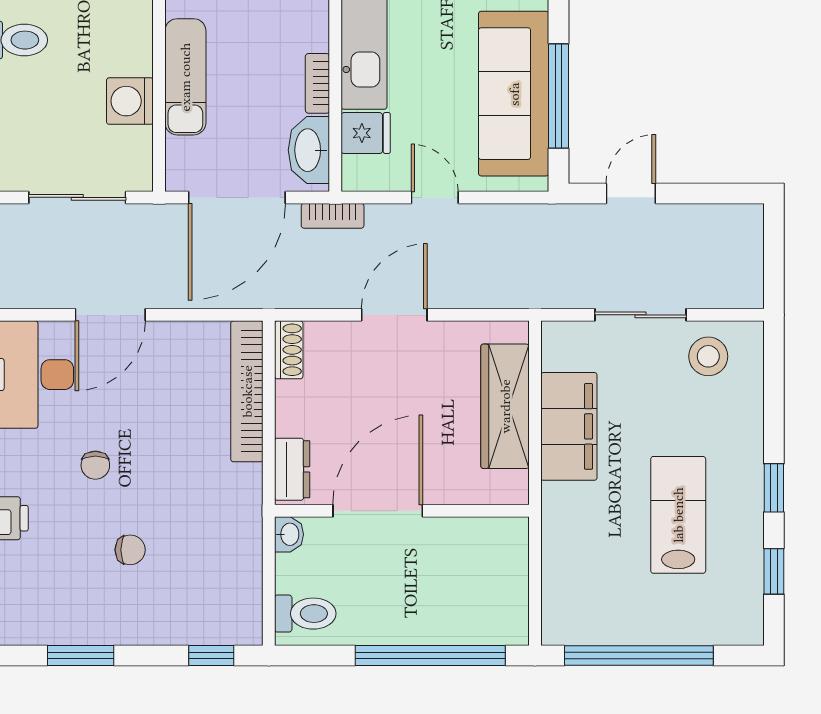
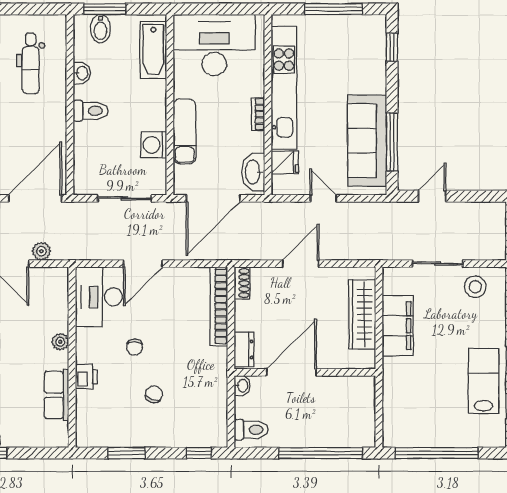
bookcase: (317, 83) -> (258, 114), moved
bookcase: (333, 216) -> (266, 209), removed
lab bench: (678, 515) -> (484, 381), moved
chair: (130, 550) -> (154, 394), turned -71

